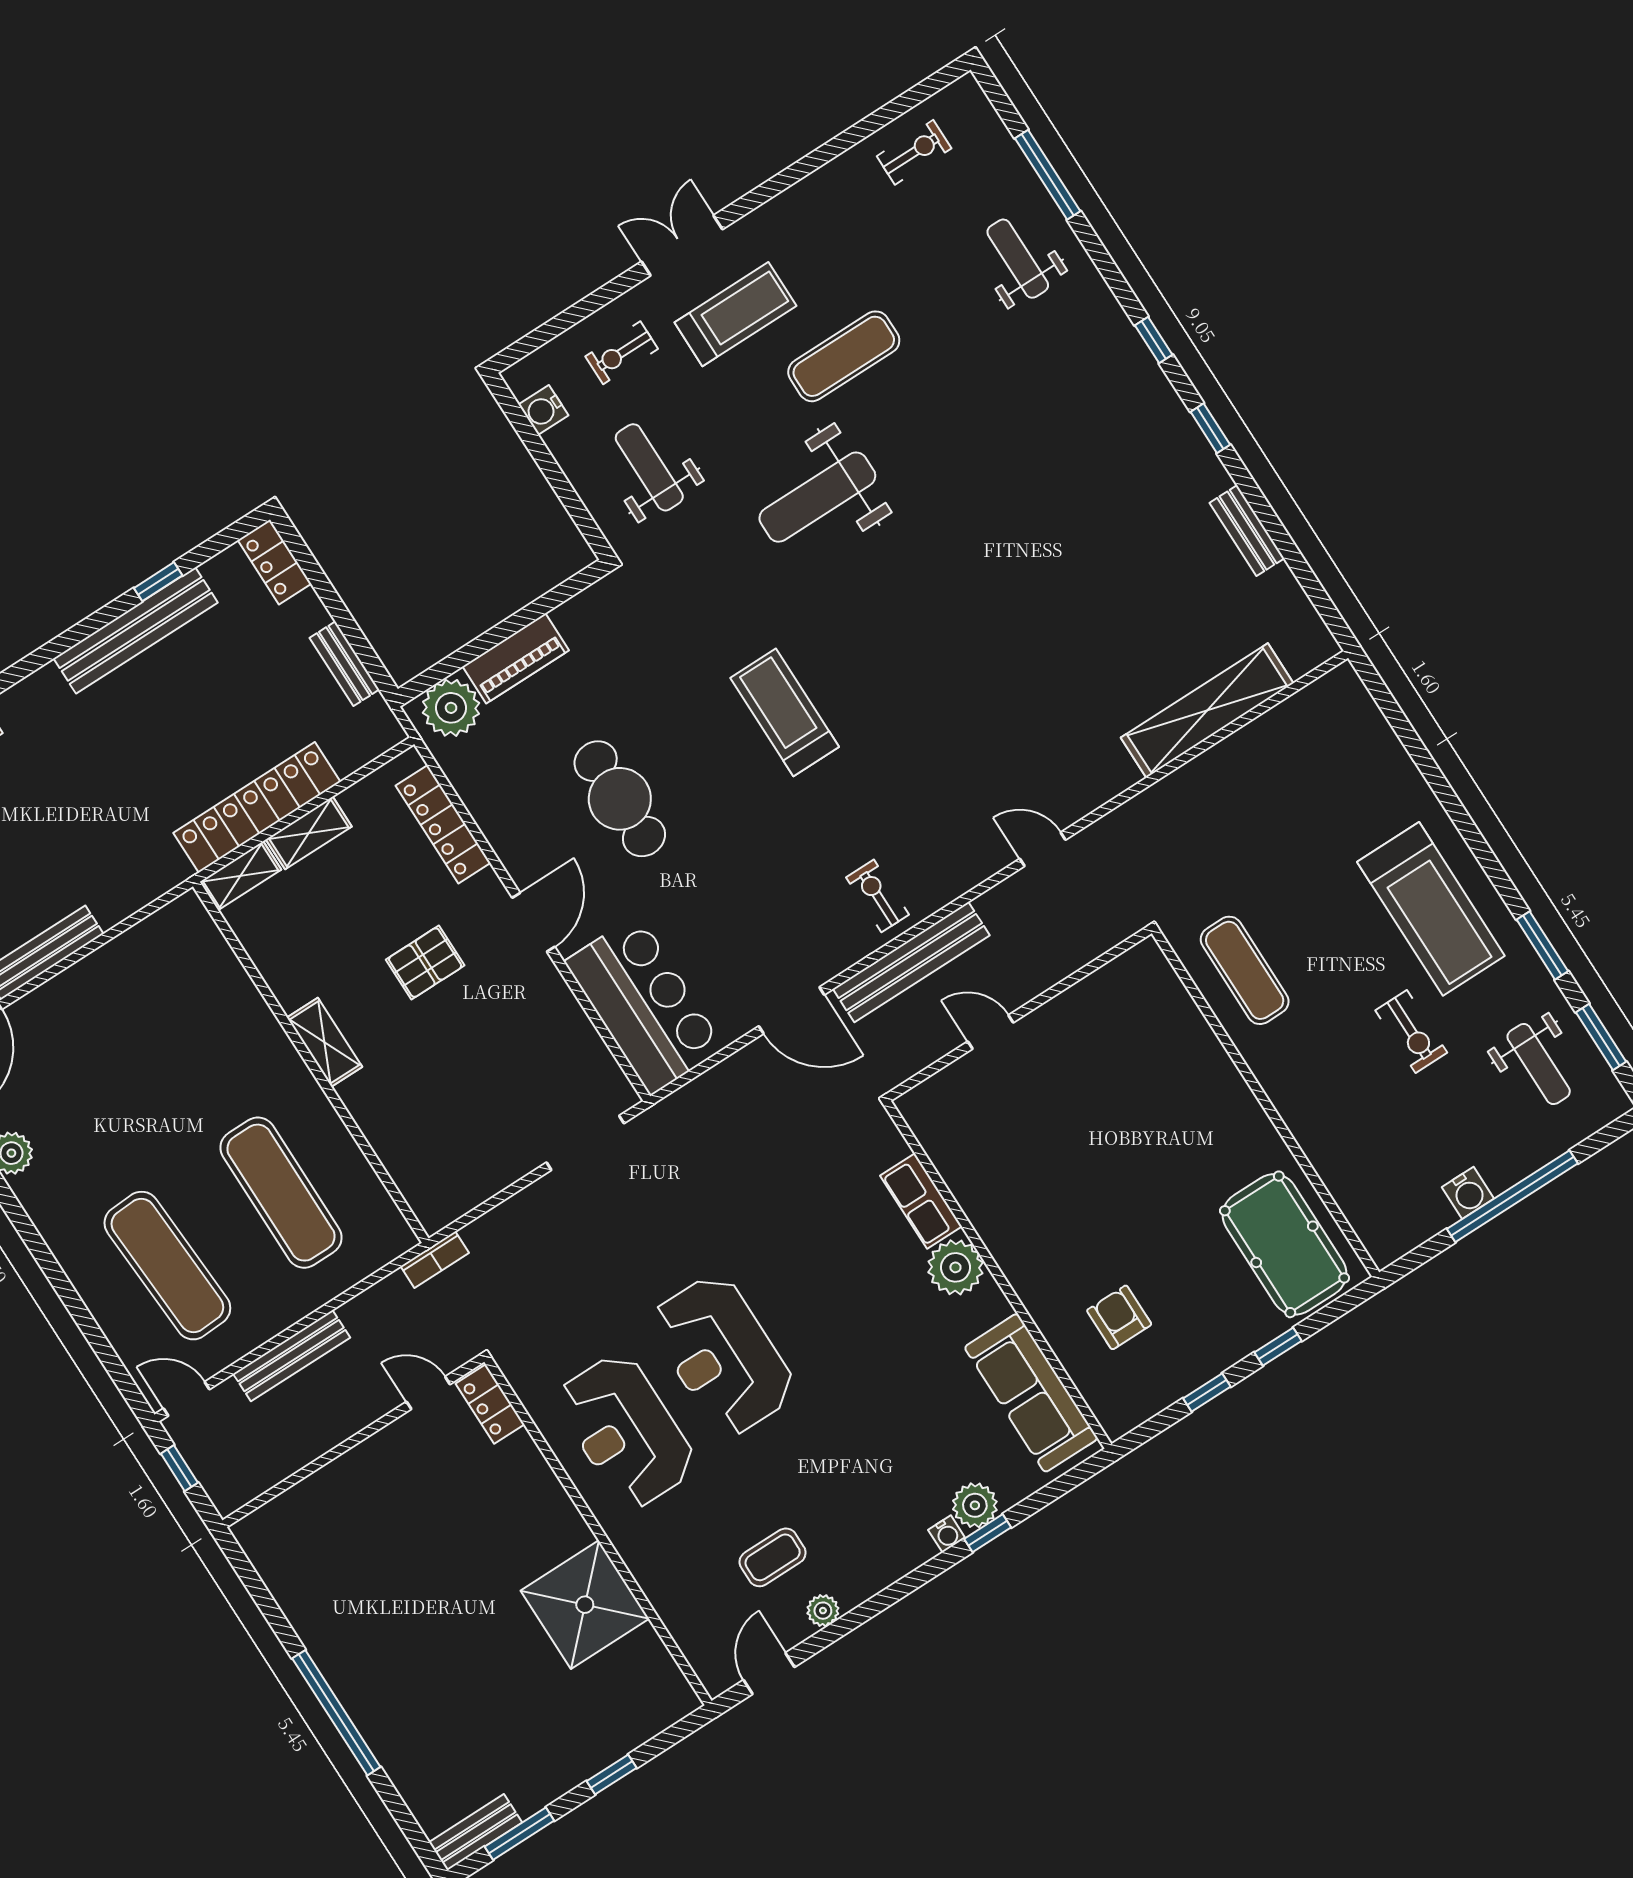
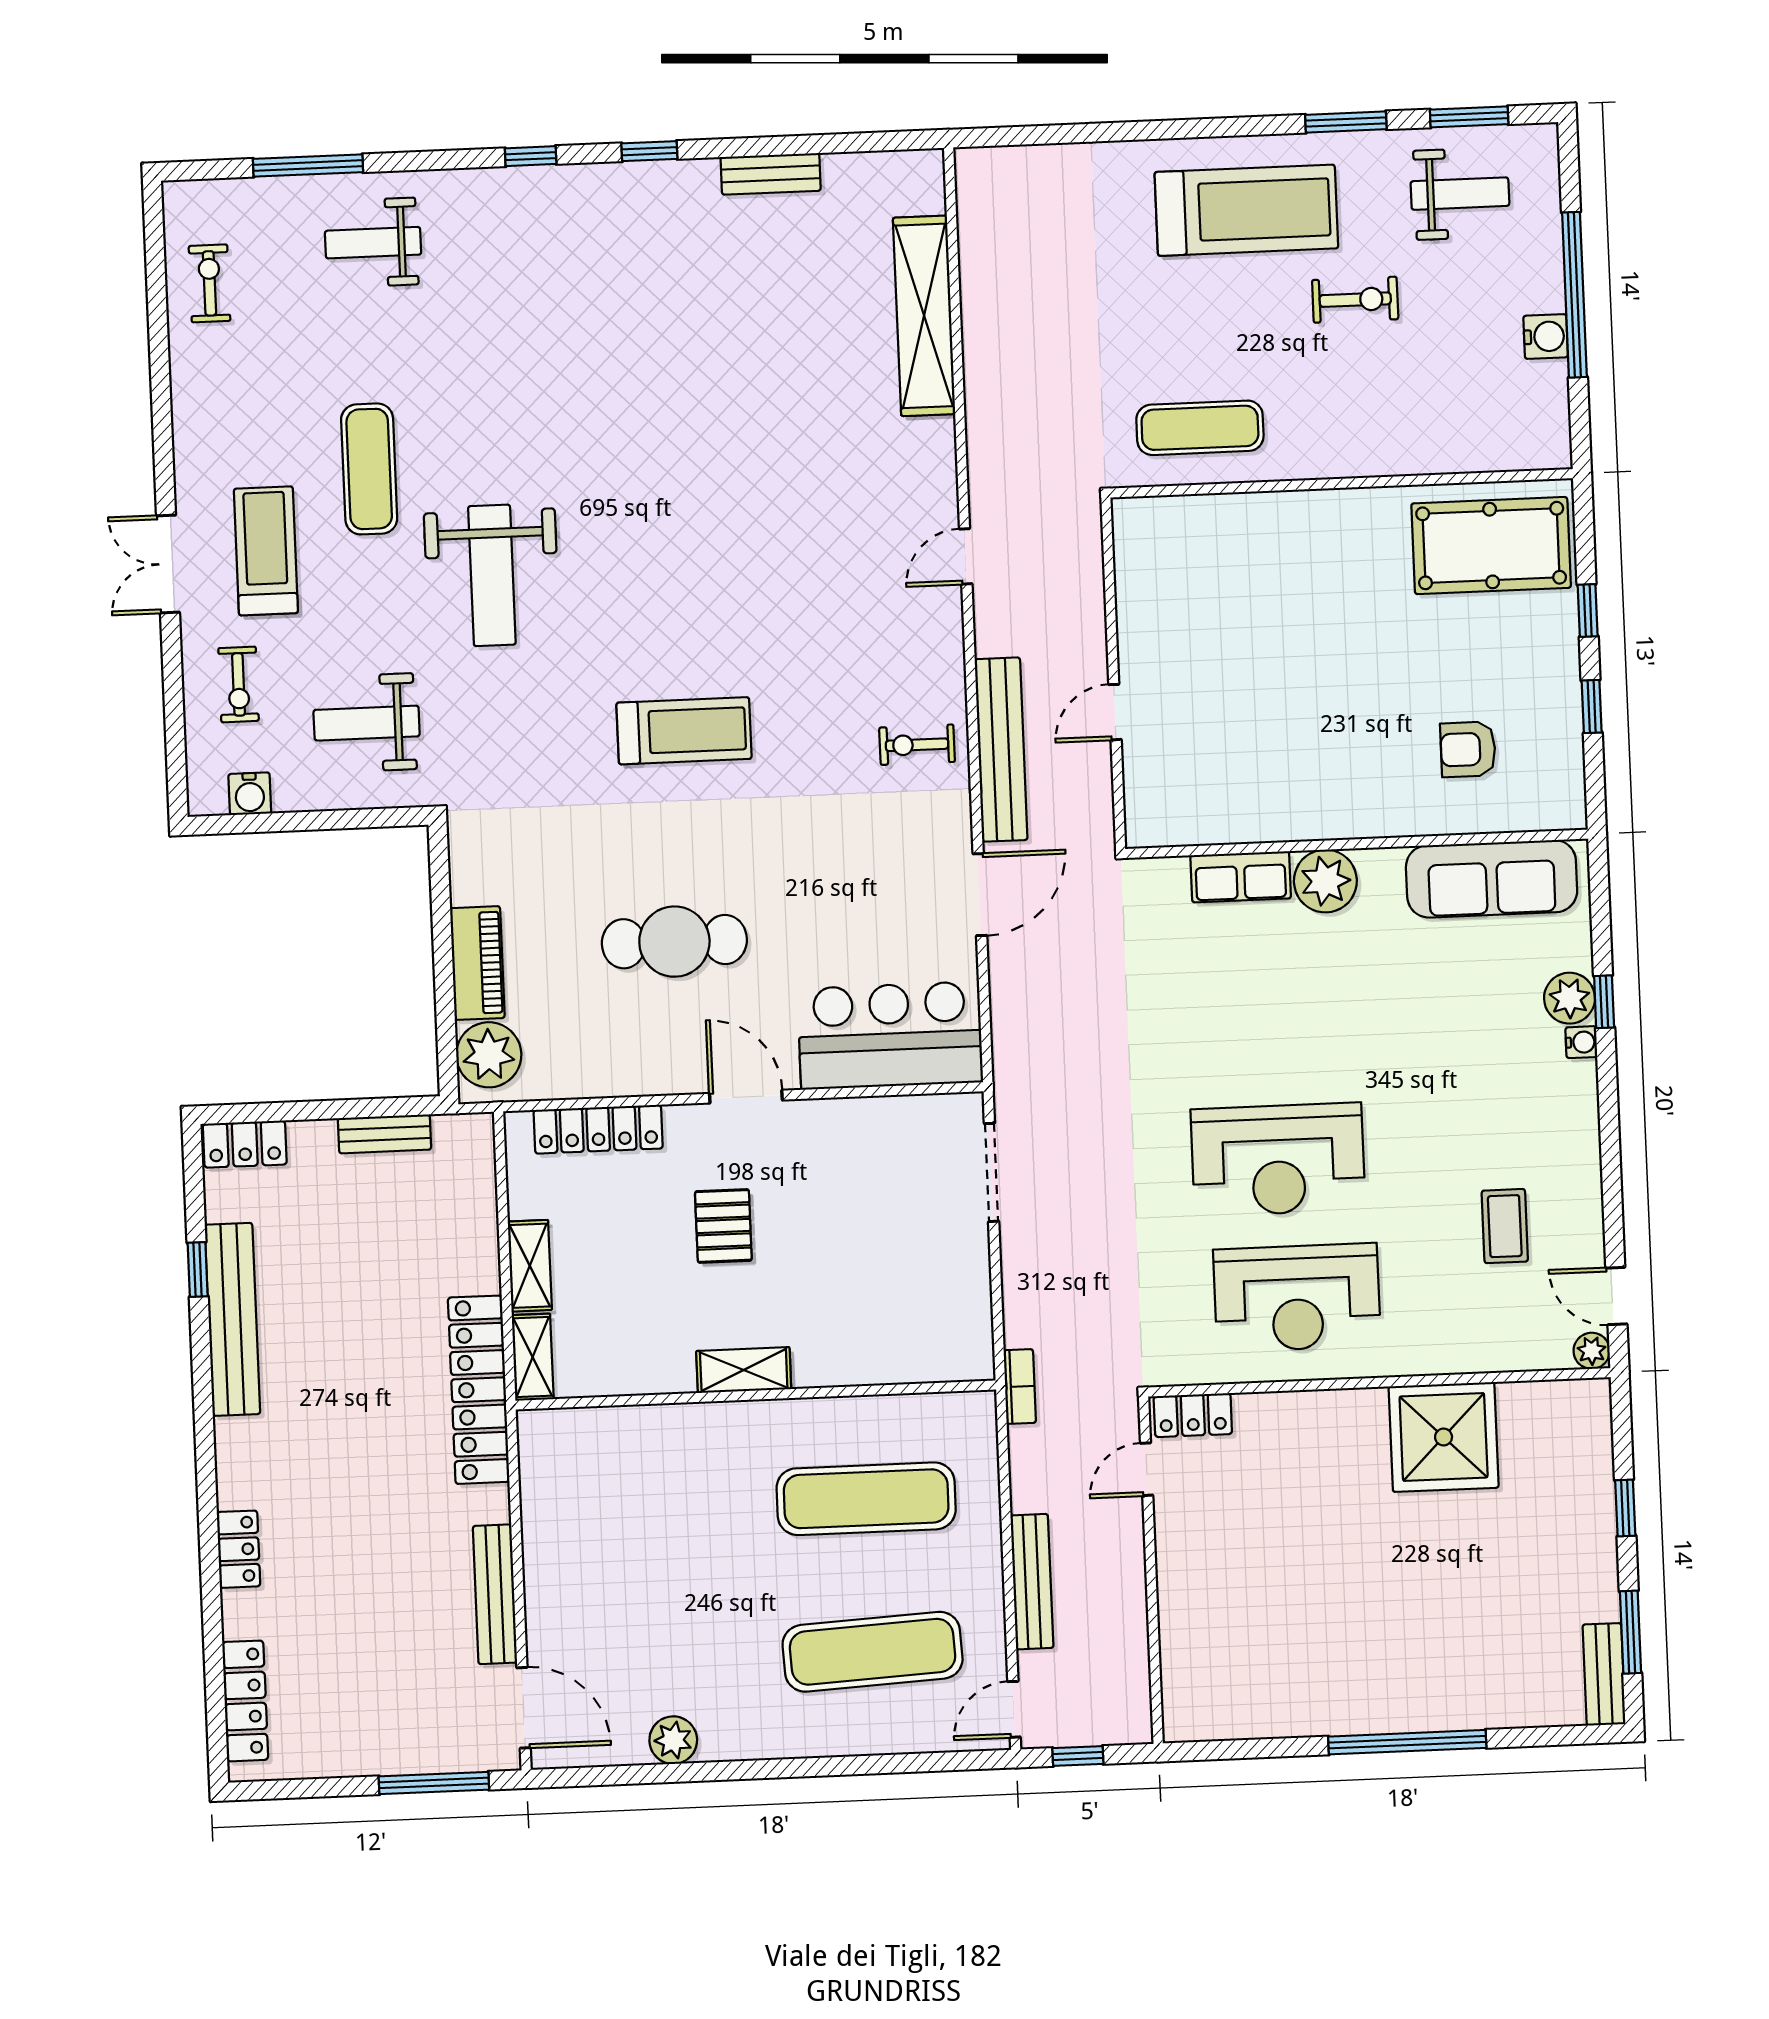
treadmill: (785, 712) -> (684, 731), turned 180
locker: (257, 807) -> (479, 1390), moved
plant: (823, 1611) -> (1592, 1351), moved

